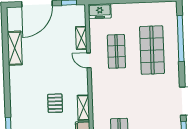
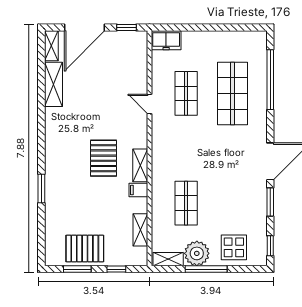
shelving: (81, 38) -> (51, 46), moved
pallet: (55, 103) -> (104, 158), width x1.50, depth x1.42

